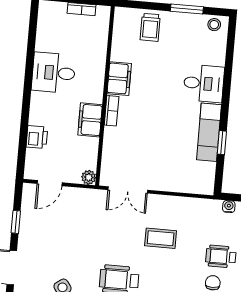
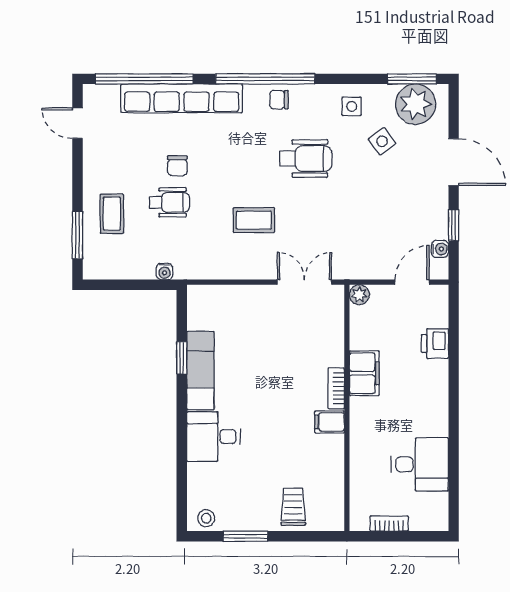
desk: (53, 73) -> (420, 464), moved
filing cabinet: (119, 79) -> (330, 422), width x0.50
water cooler: (27, 205) -> (440, 249), added

